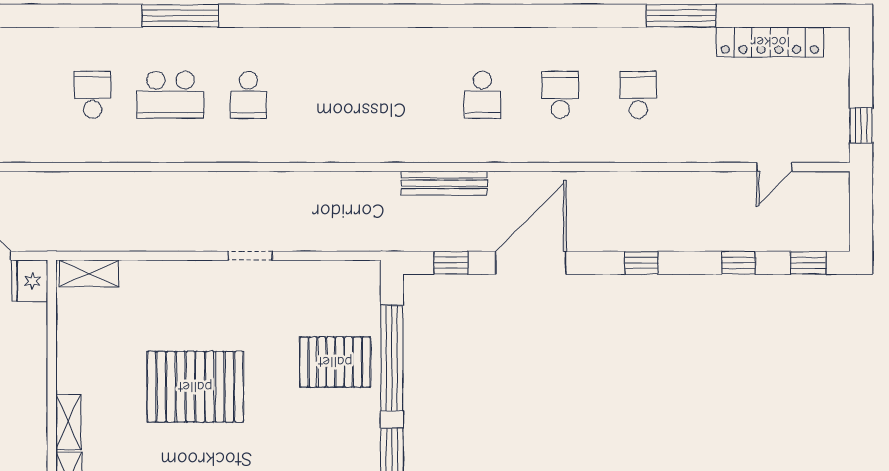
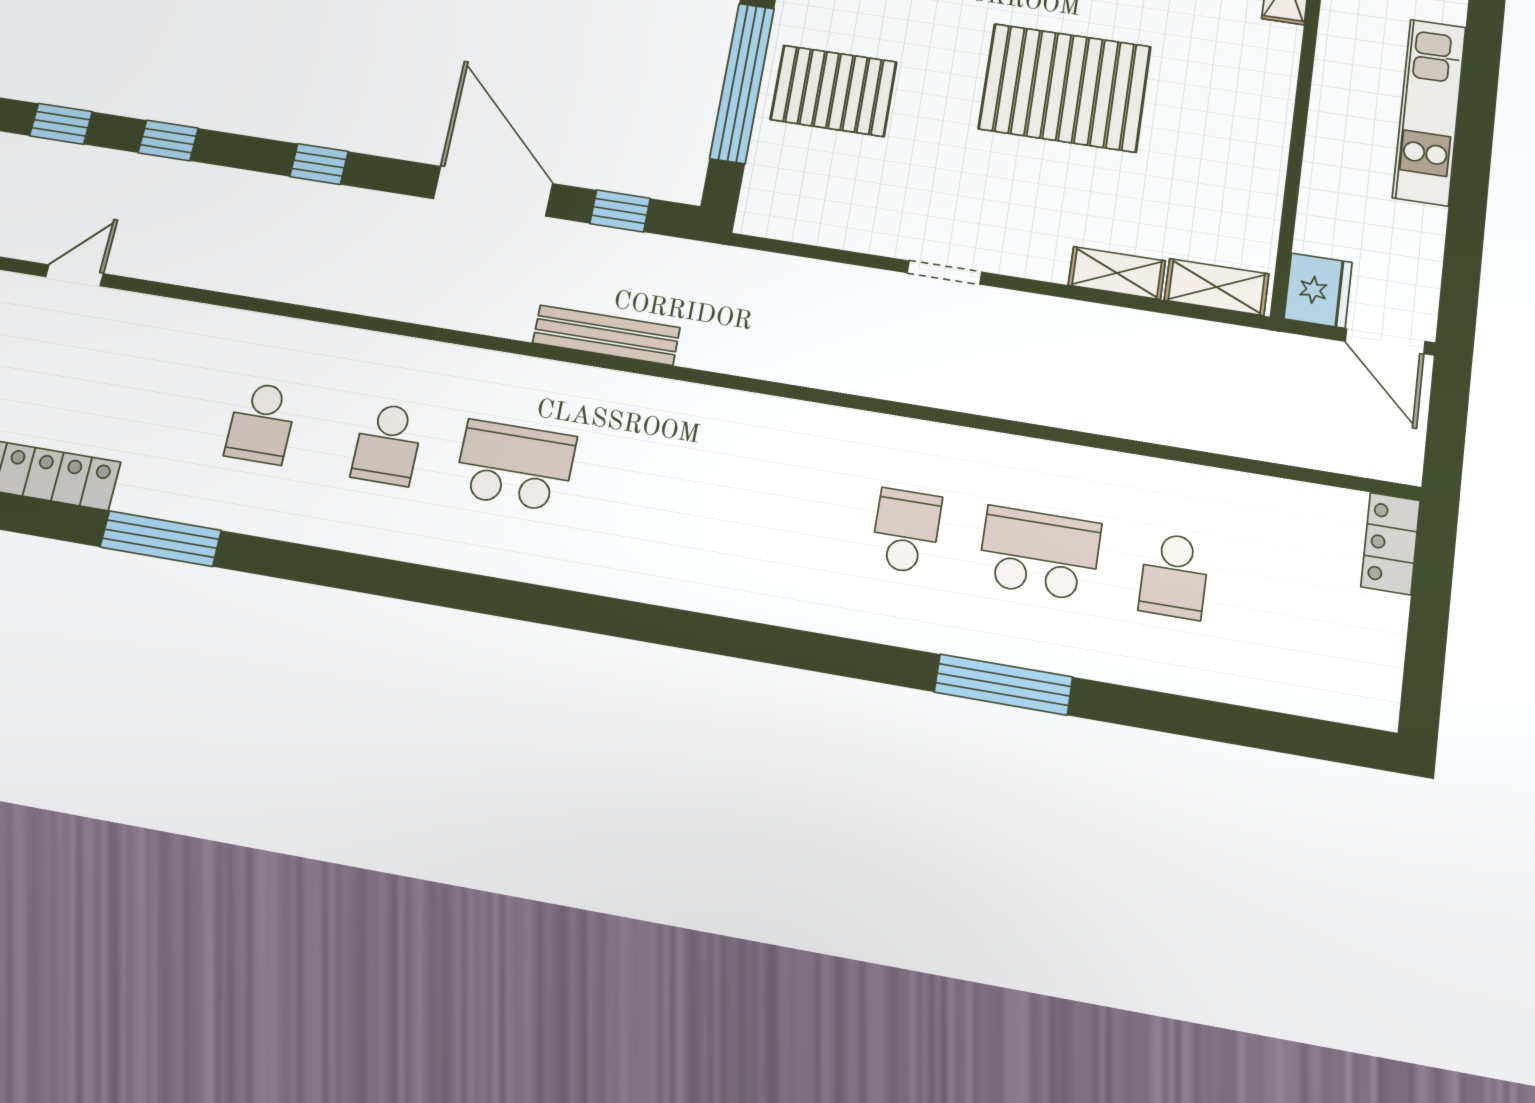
school desk: (482, 95) -> (515, 466), width x1.85
door: (531, 263) -> (493, 191), swing flipped
shelving: (68, 422) -> (1117, 273), moved, turned 90

